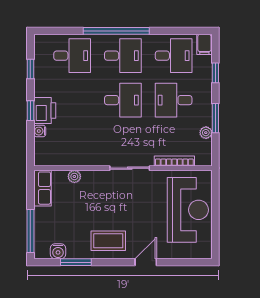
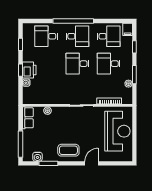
desk: (72, 56) -> (46, 36), turned 180
desk: (123, 100) -> (77, 64), turned 180

